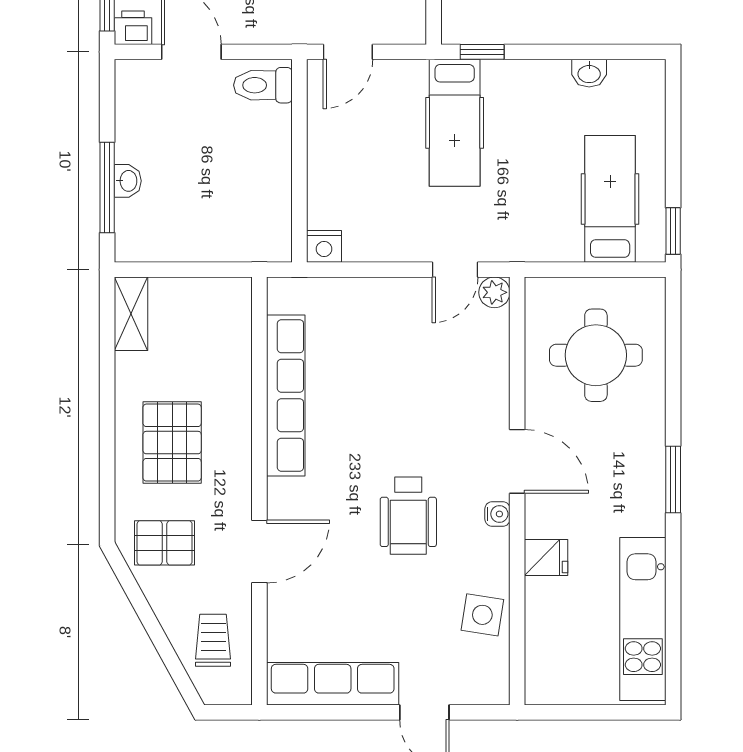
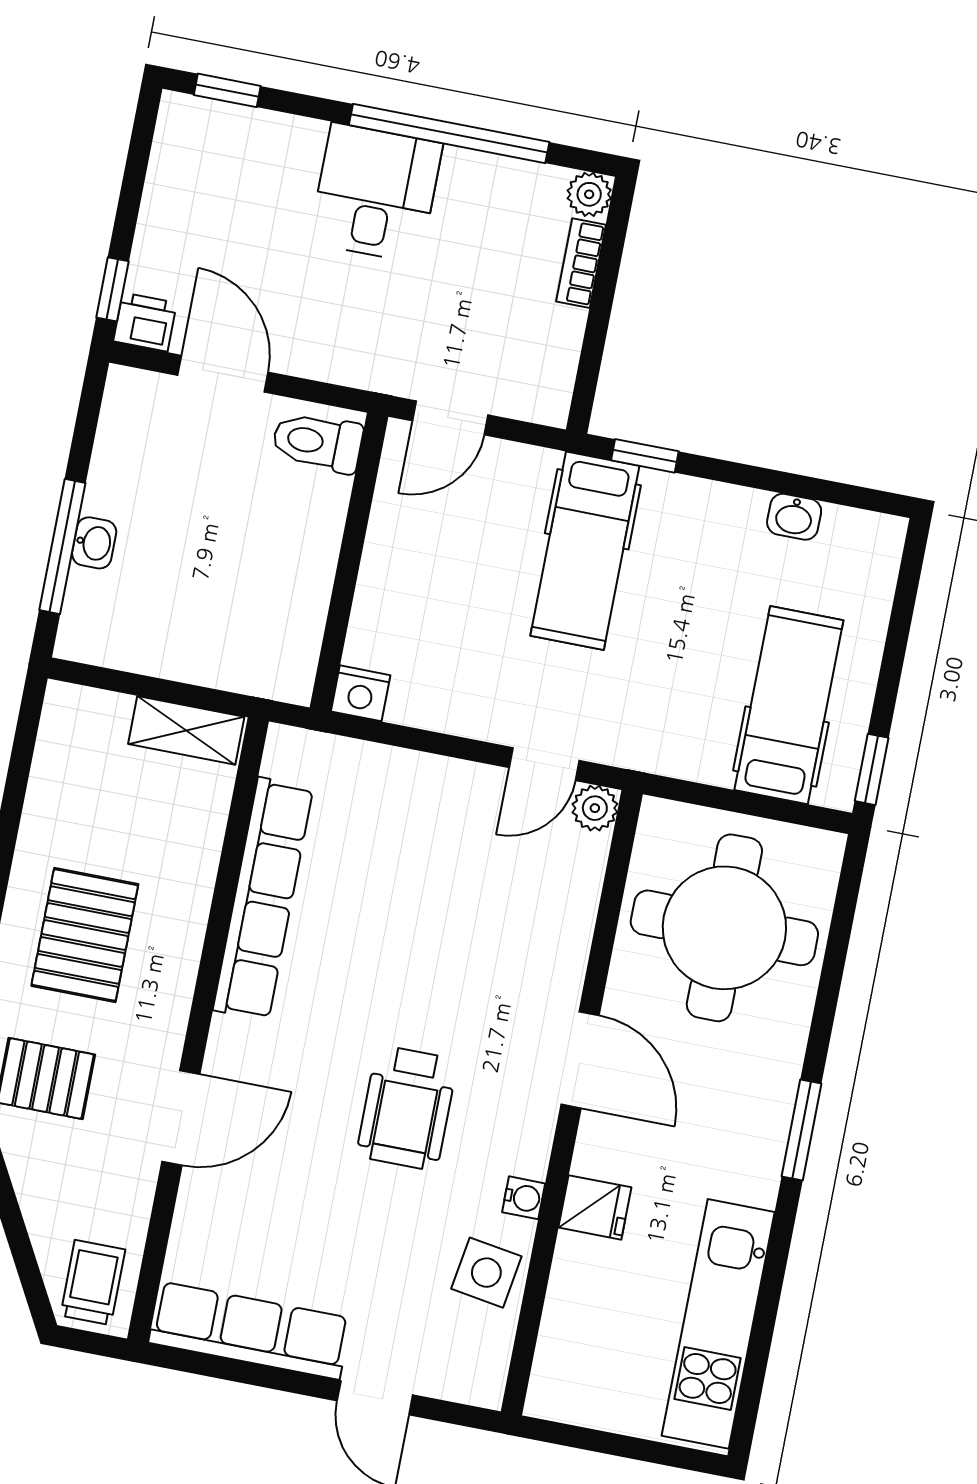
shelving: (131, 314) -> (186, 730), moved, turned 90
round table: (596, 355) -> (724, 928), width x1.36, depth x1.36
water cooler: (497, 514) -> (524, 1198), moved
trolley: (213, 640) -> (93, 1283), moved

